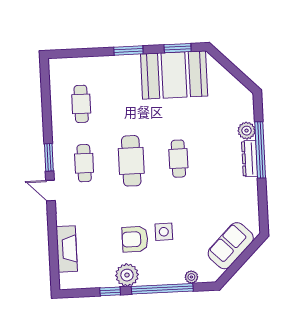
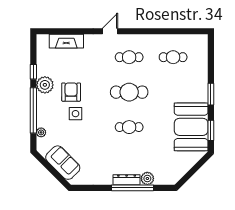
window: (49, 157) -> (135, 31), removed

